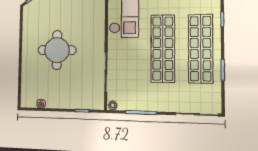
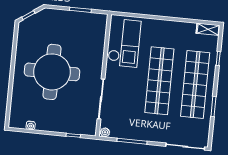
round table: (57, 50) -> (52, 72), width x1.36, depth x1.36

